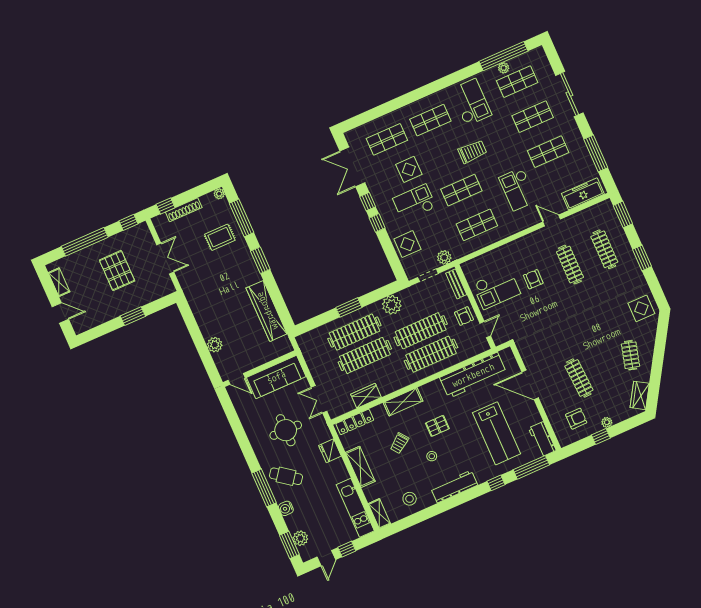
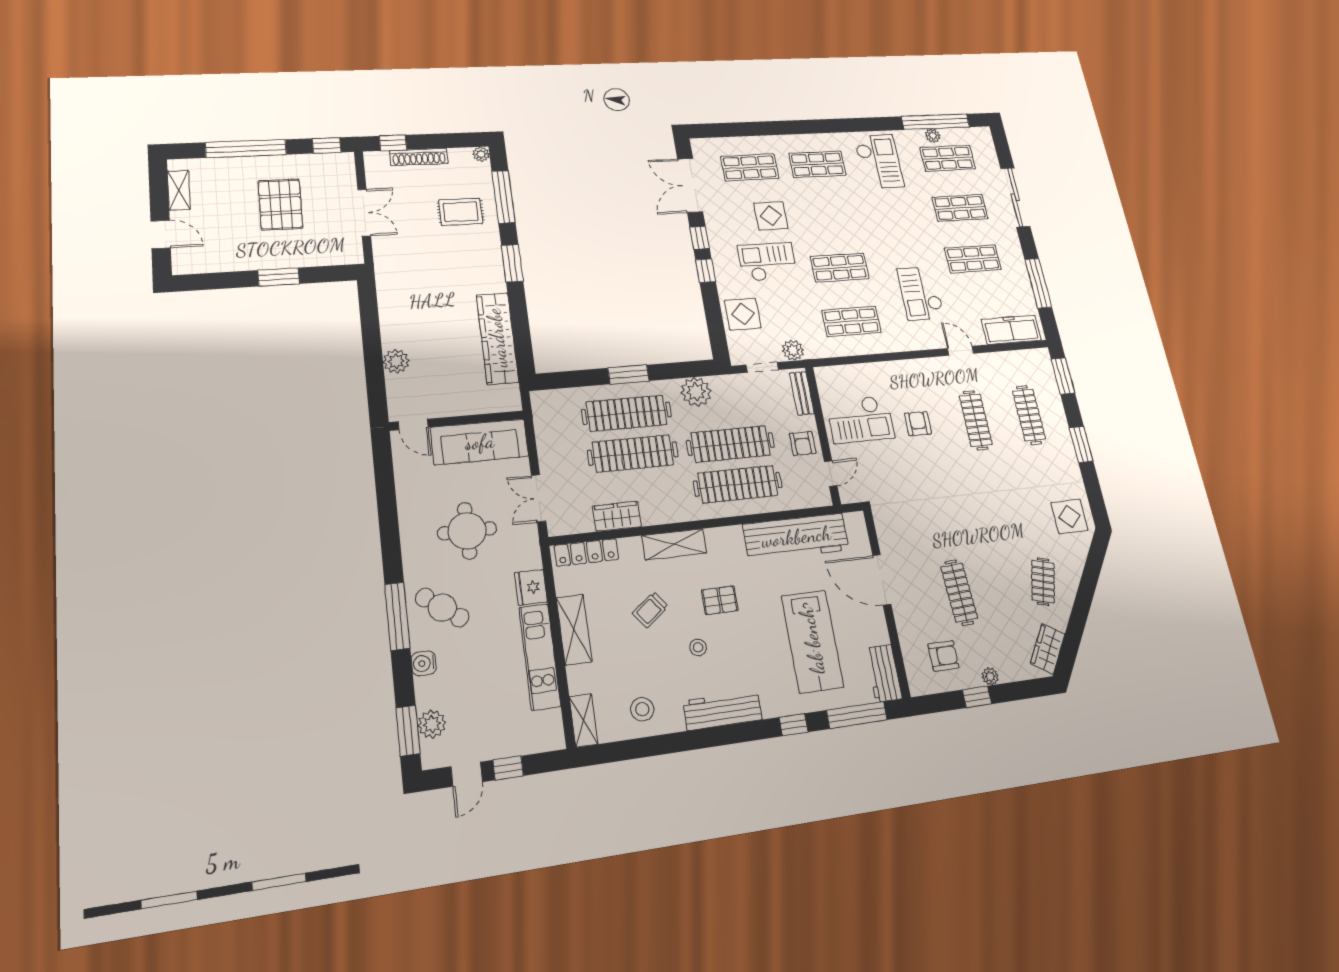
trolley: (472, 152) -> (867, 223), removed
kitchen unit: (355, 508) -> (540, 657), moved

